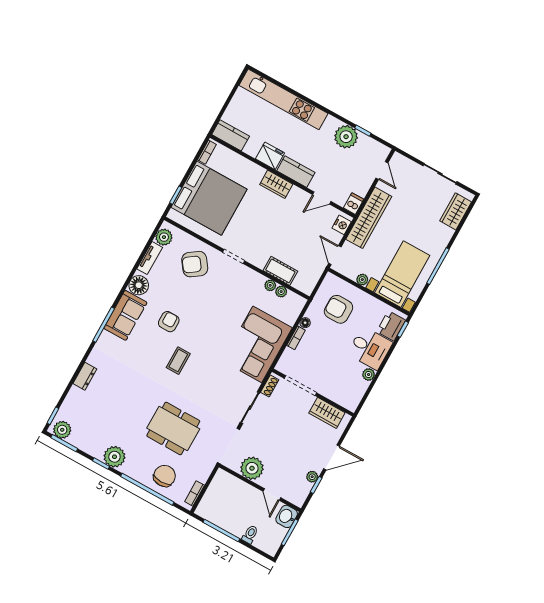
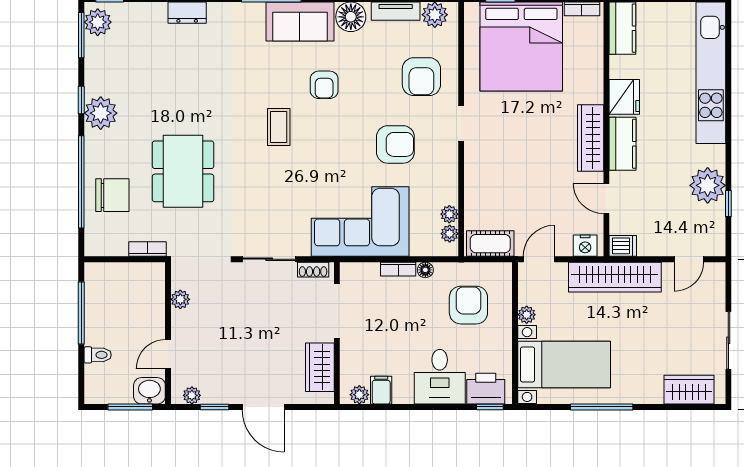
wardrobe: (276, 184) -> (591, 138), width x1.50
armchair: (195, 264) -> (421, 77), turned -144
cot: (280, 271) -> (490, 244), moved, turned 90
plant: (270, 285) -> (450, 234), moved
armchair: (225, 300) -> (395, 144), added
armchair: (169, 322) -> (324, 85), turned 90
coffee table: (178, 361) -> (279, 127), turned 90
plant: (369, 375) -> (359, 395), moved
filing cabinet: (359, 385) -> (381, 390), added
plant: (252, 468) -> (180, 299), width x0.53, depth x0.53
plant: (312, 477) -> (192, 395), moved
bookcase: (195, 493) -> (148, 249), moved

